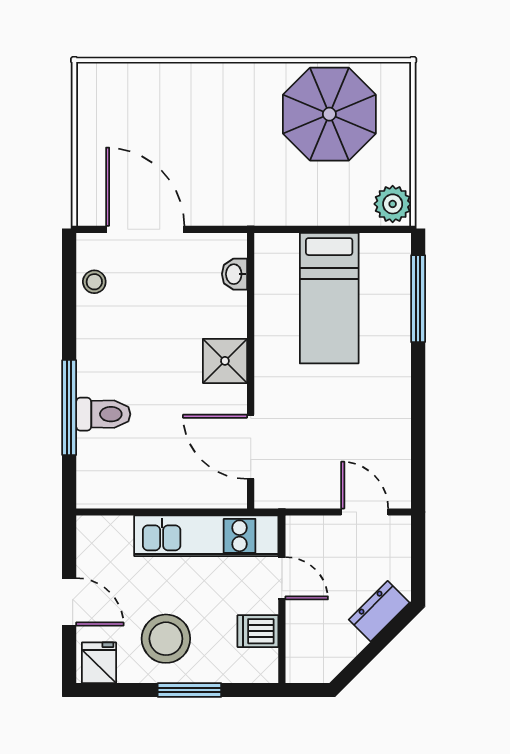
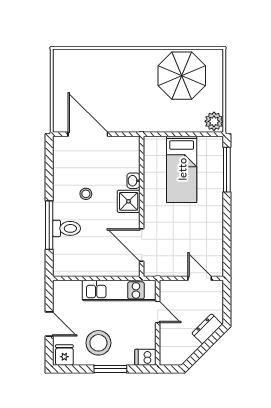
washbasin: (235, 274) -> (133, 181), moved
stool: (94, 282) -> (86, 194), moved
dishwasher: (258, 631) -> (145, 357), moved

